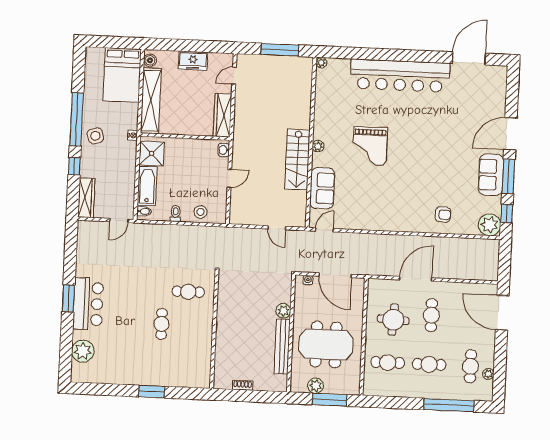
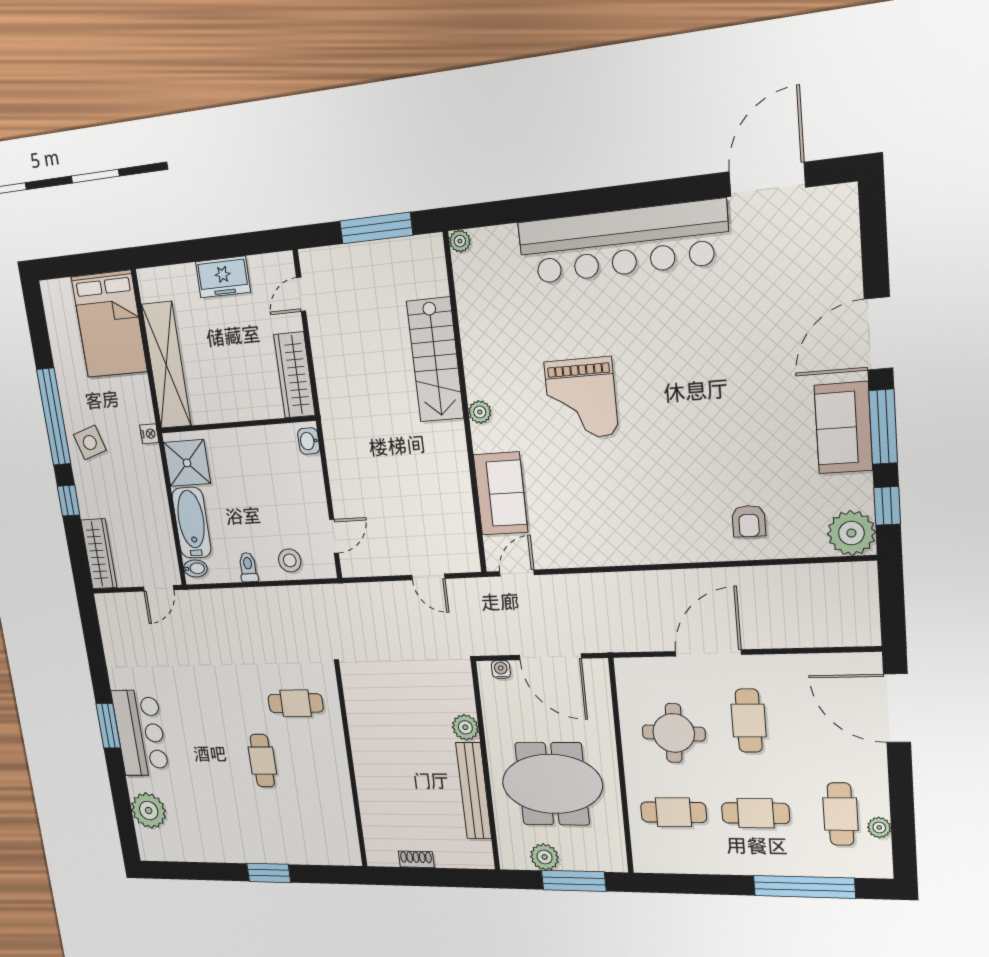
boiler: (150, 60) -> (150, 289), removed
stairs: (297, 160) -> (435, 360), moved
door: (229, 178) -> (334, 536), moved
armchair: (443, 215) -> (749, 521), turned 86

